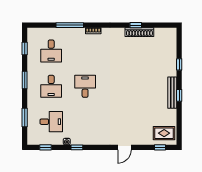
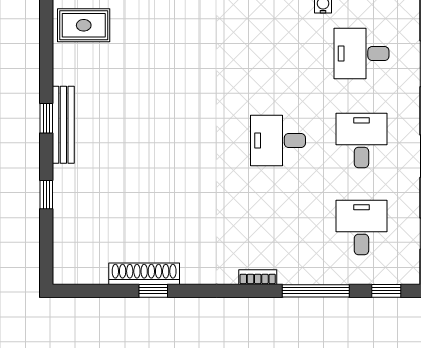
window: (41, 25) -> (386, 291), added
desk: (85, 86) -> (278, 141), turned 90

